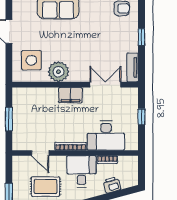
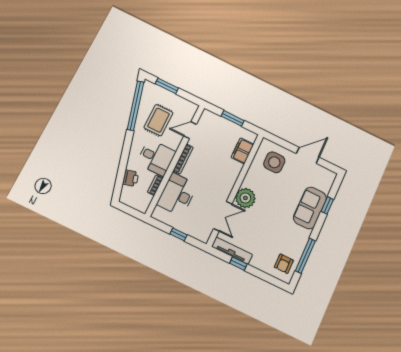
window: (141, 37) -> (238, 264), moved
tv unit: (133, 67) -> (232, 251), width x1.41
plant: (58, 72) -> (245, 198), moved
filing cabinet: (70, 95) -> (242, 151), moved

